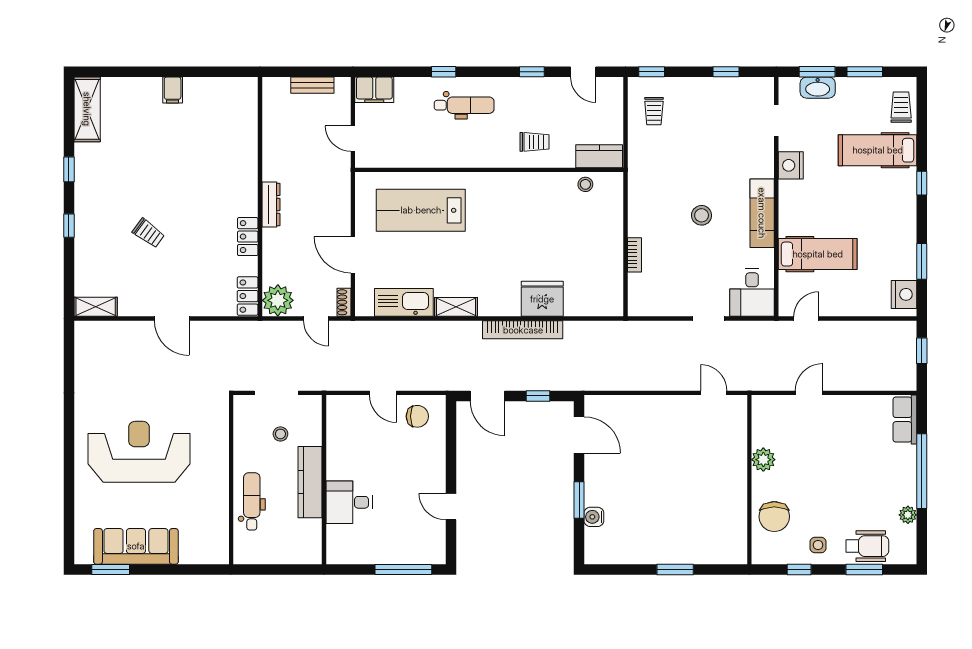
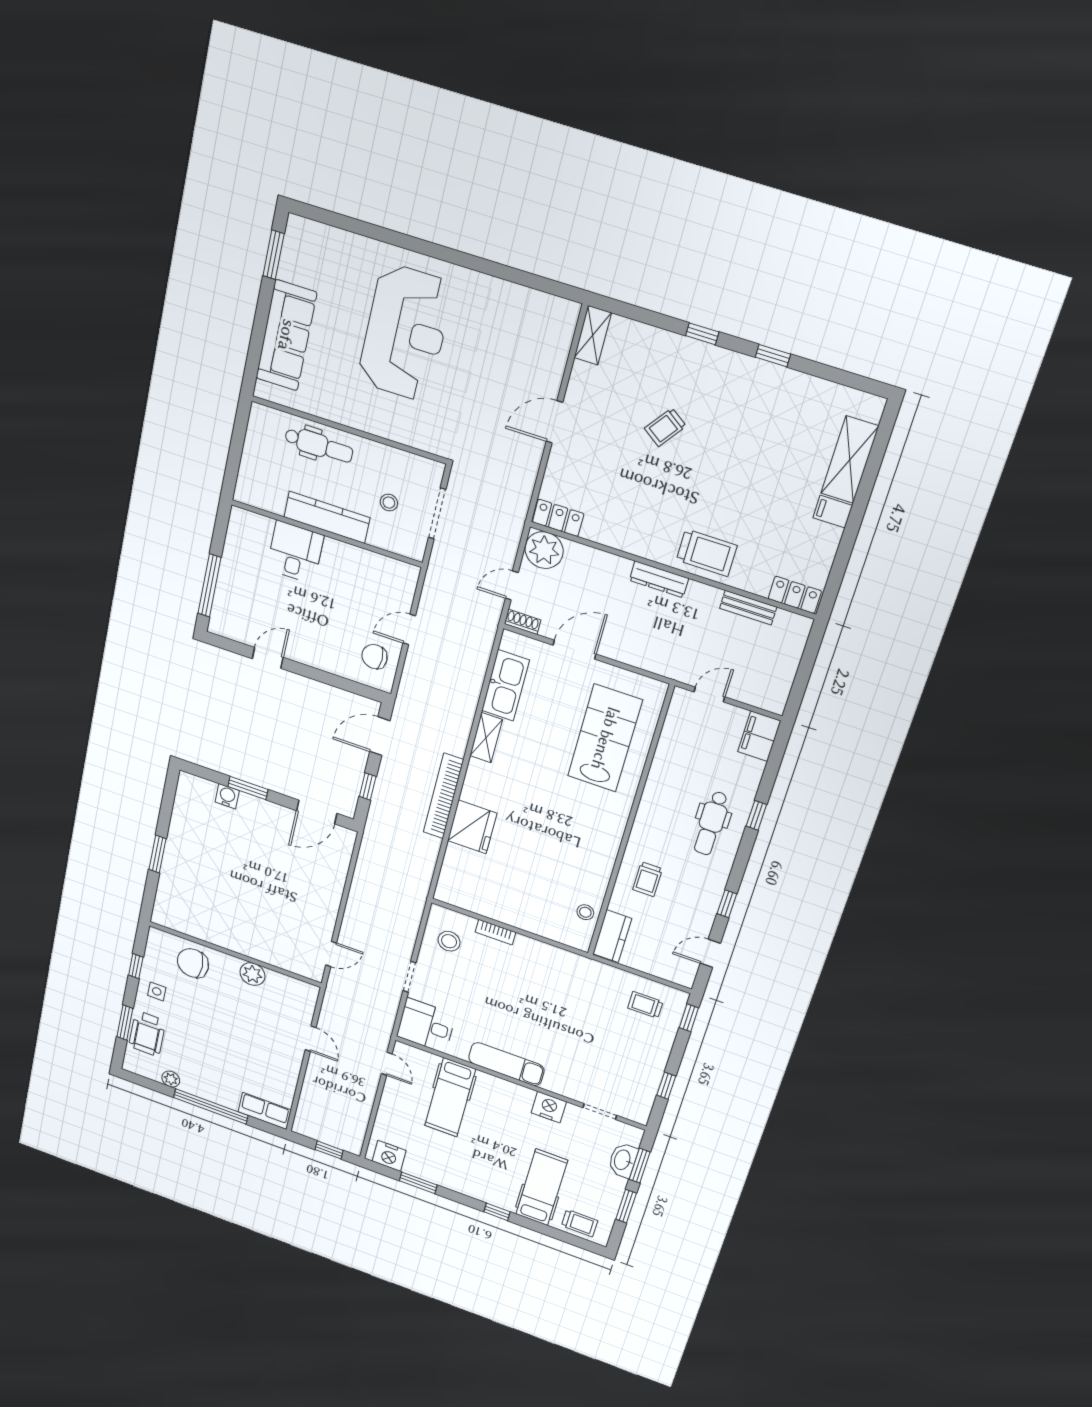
bench: (312, 85) -> (748, 608), moved, turned 90
shelving: (87, 109) -> (850, 460), moved, turned 90
trolley: (237, 174) -> (707, 553), added
stool: (702, 215) -> (449, 941), moved
locker: (248, 237) -> (795, 595), moved
chair: (417, 416) -> (375, 657), turned 90
sofa: (136, 546) -> (286, 335), moved

